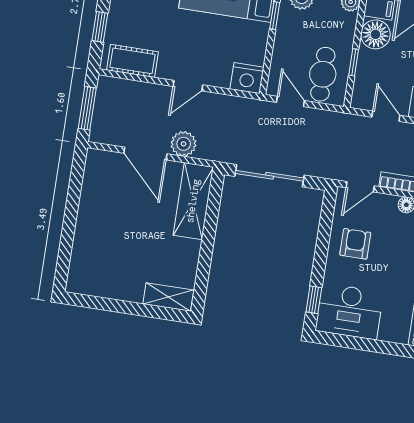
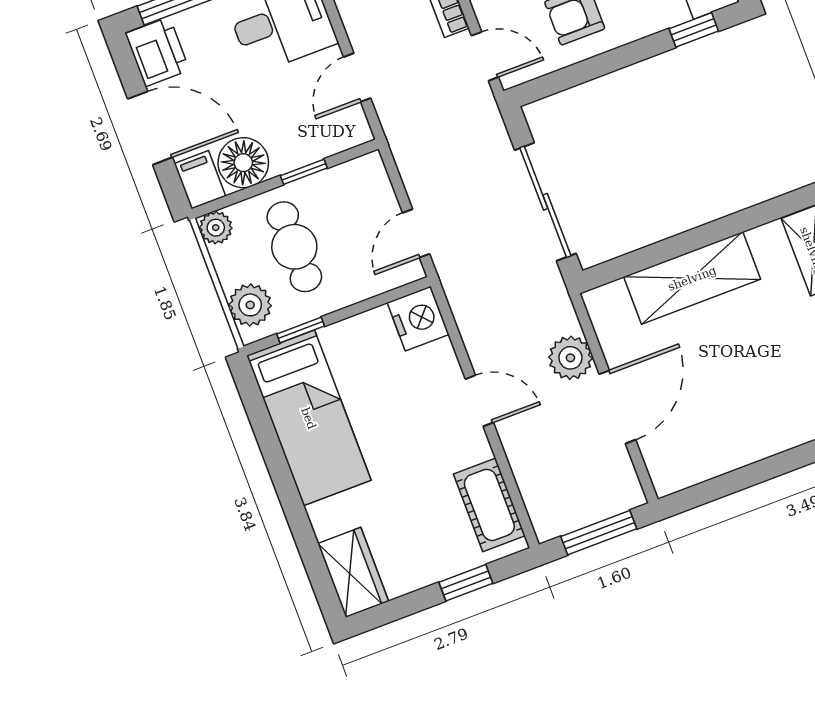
cafe table: (323, 74) -> (294, 247), moved, turned 90
shelving: (193, 201) -> (692, 278), moved

